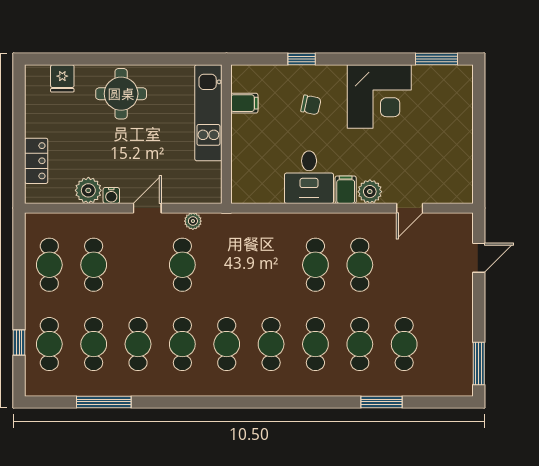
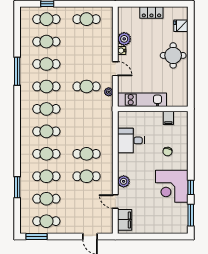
window: (302, 59) -> (191, 187), moved
kitchen unit: (208, 113) -> (142, 100), moved
locker: (36, 161) -> (151, 12), moved
desk: (309, 177) -> (131, 140), moved
filing cabinet: (346, 190) -> (125, 220), moved, width x2.00
cafe table: (94, 265) -> (46, 221), moved
window: (104, 402) -> (17, 71), moved

